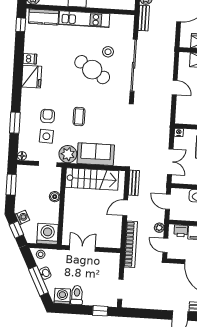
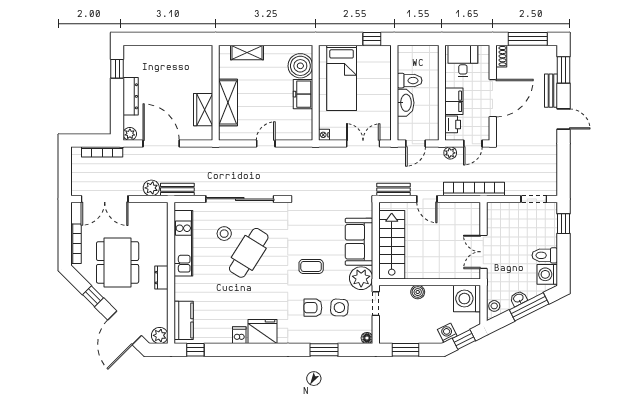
kitchen unit: (84, 19) -> (183, 243), moved

